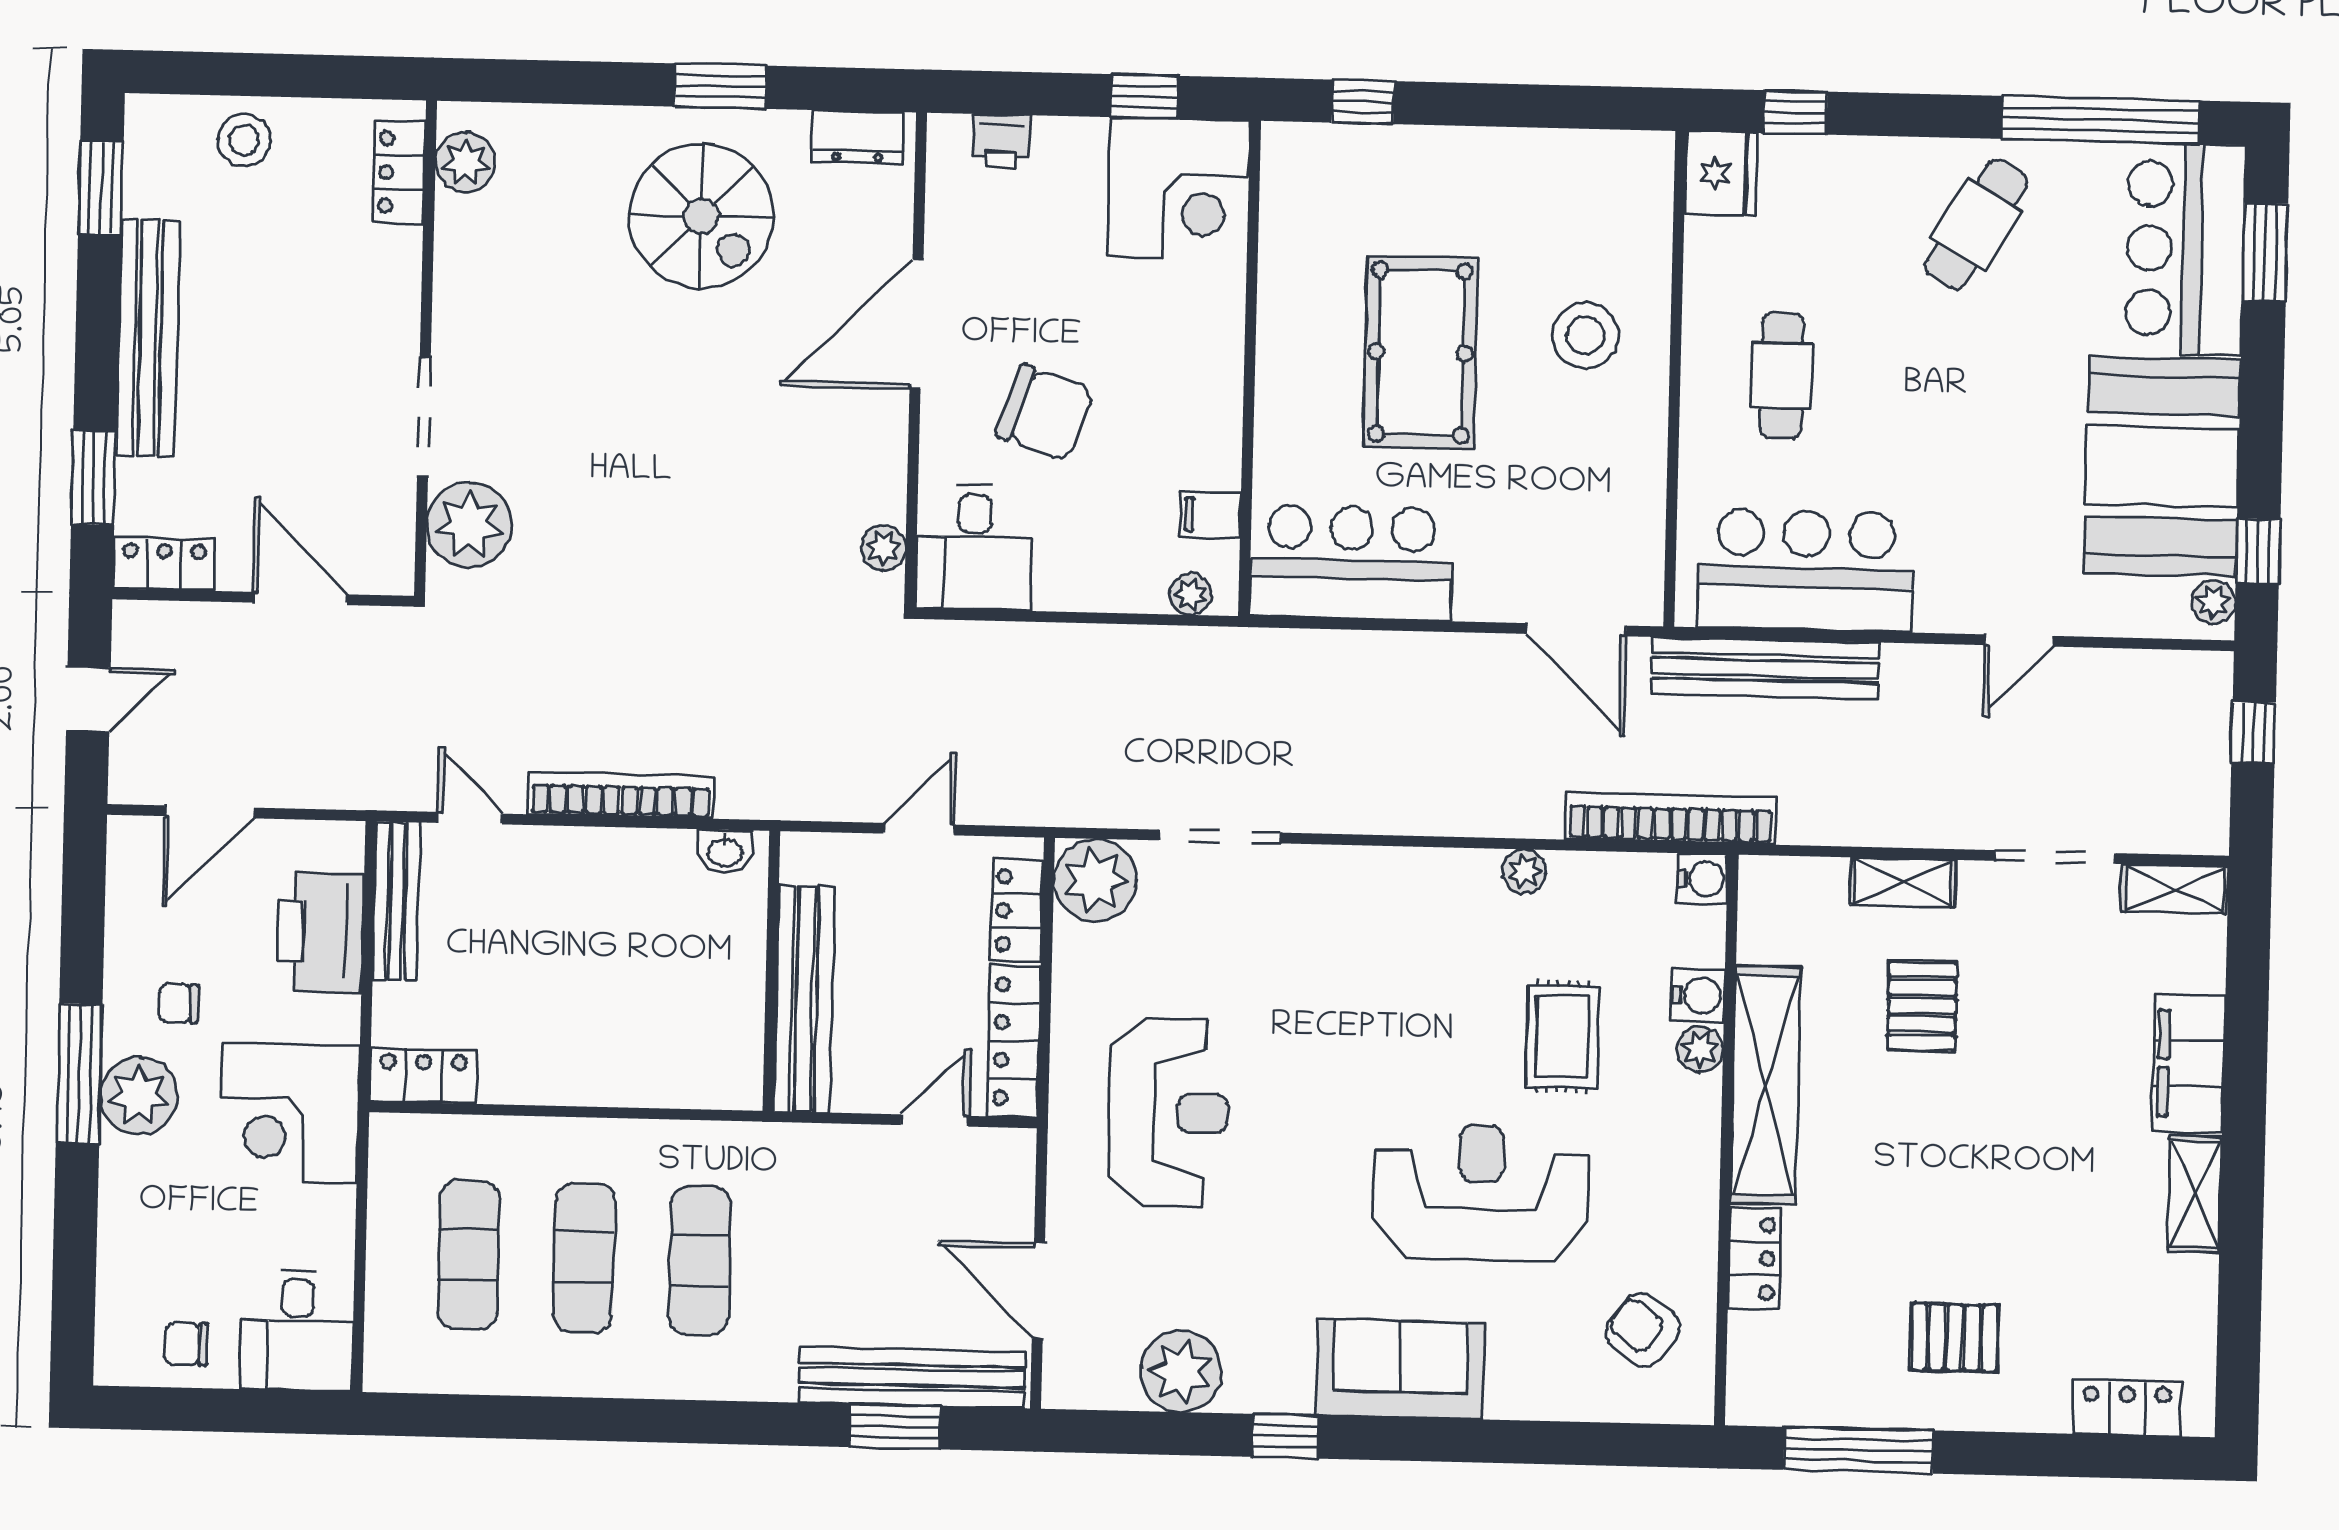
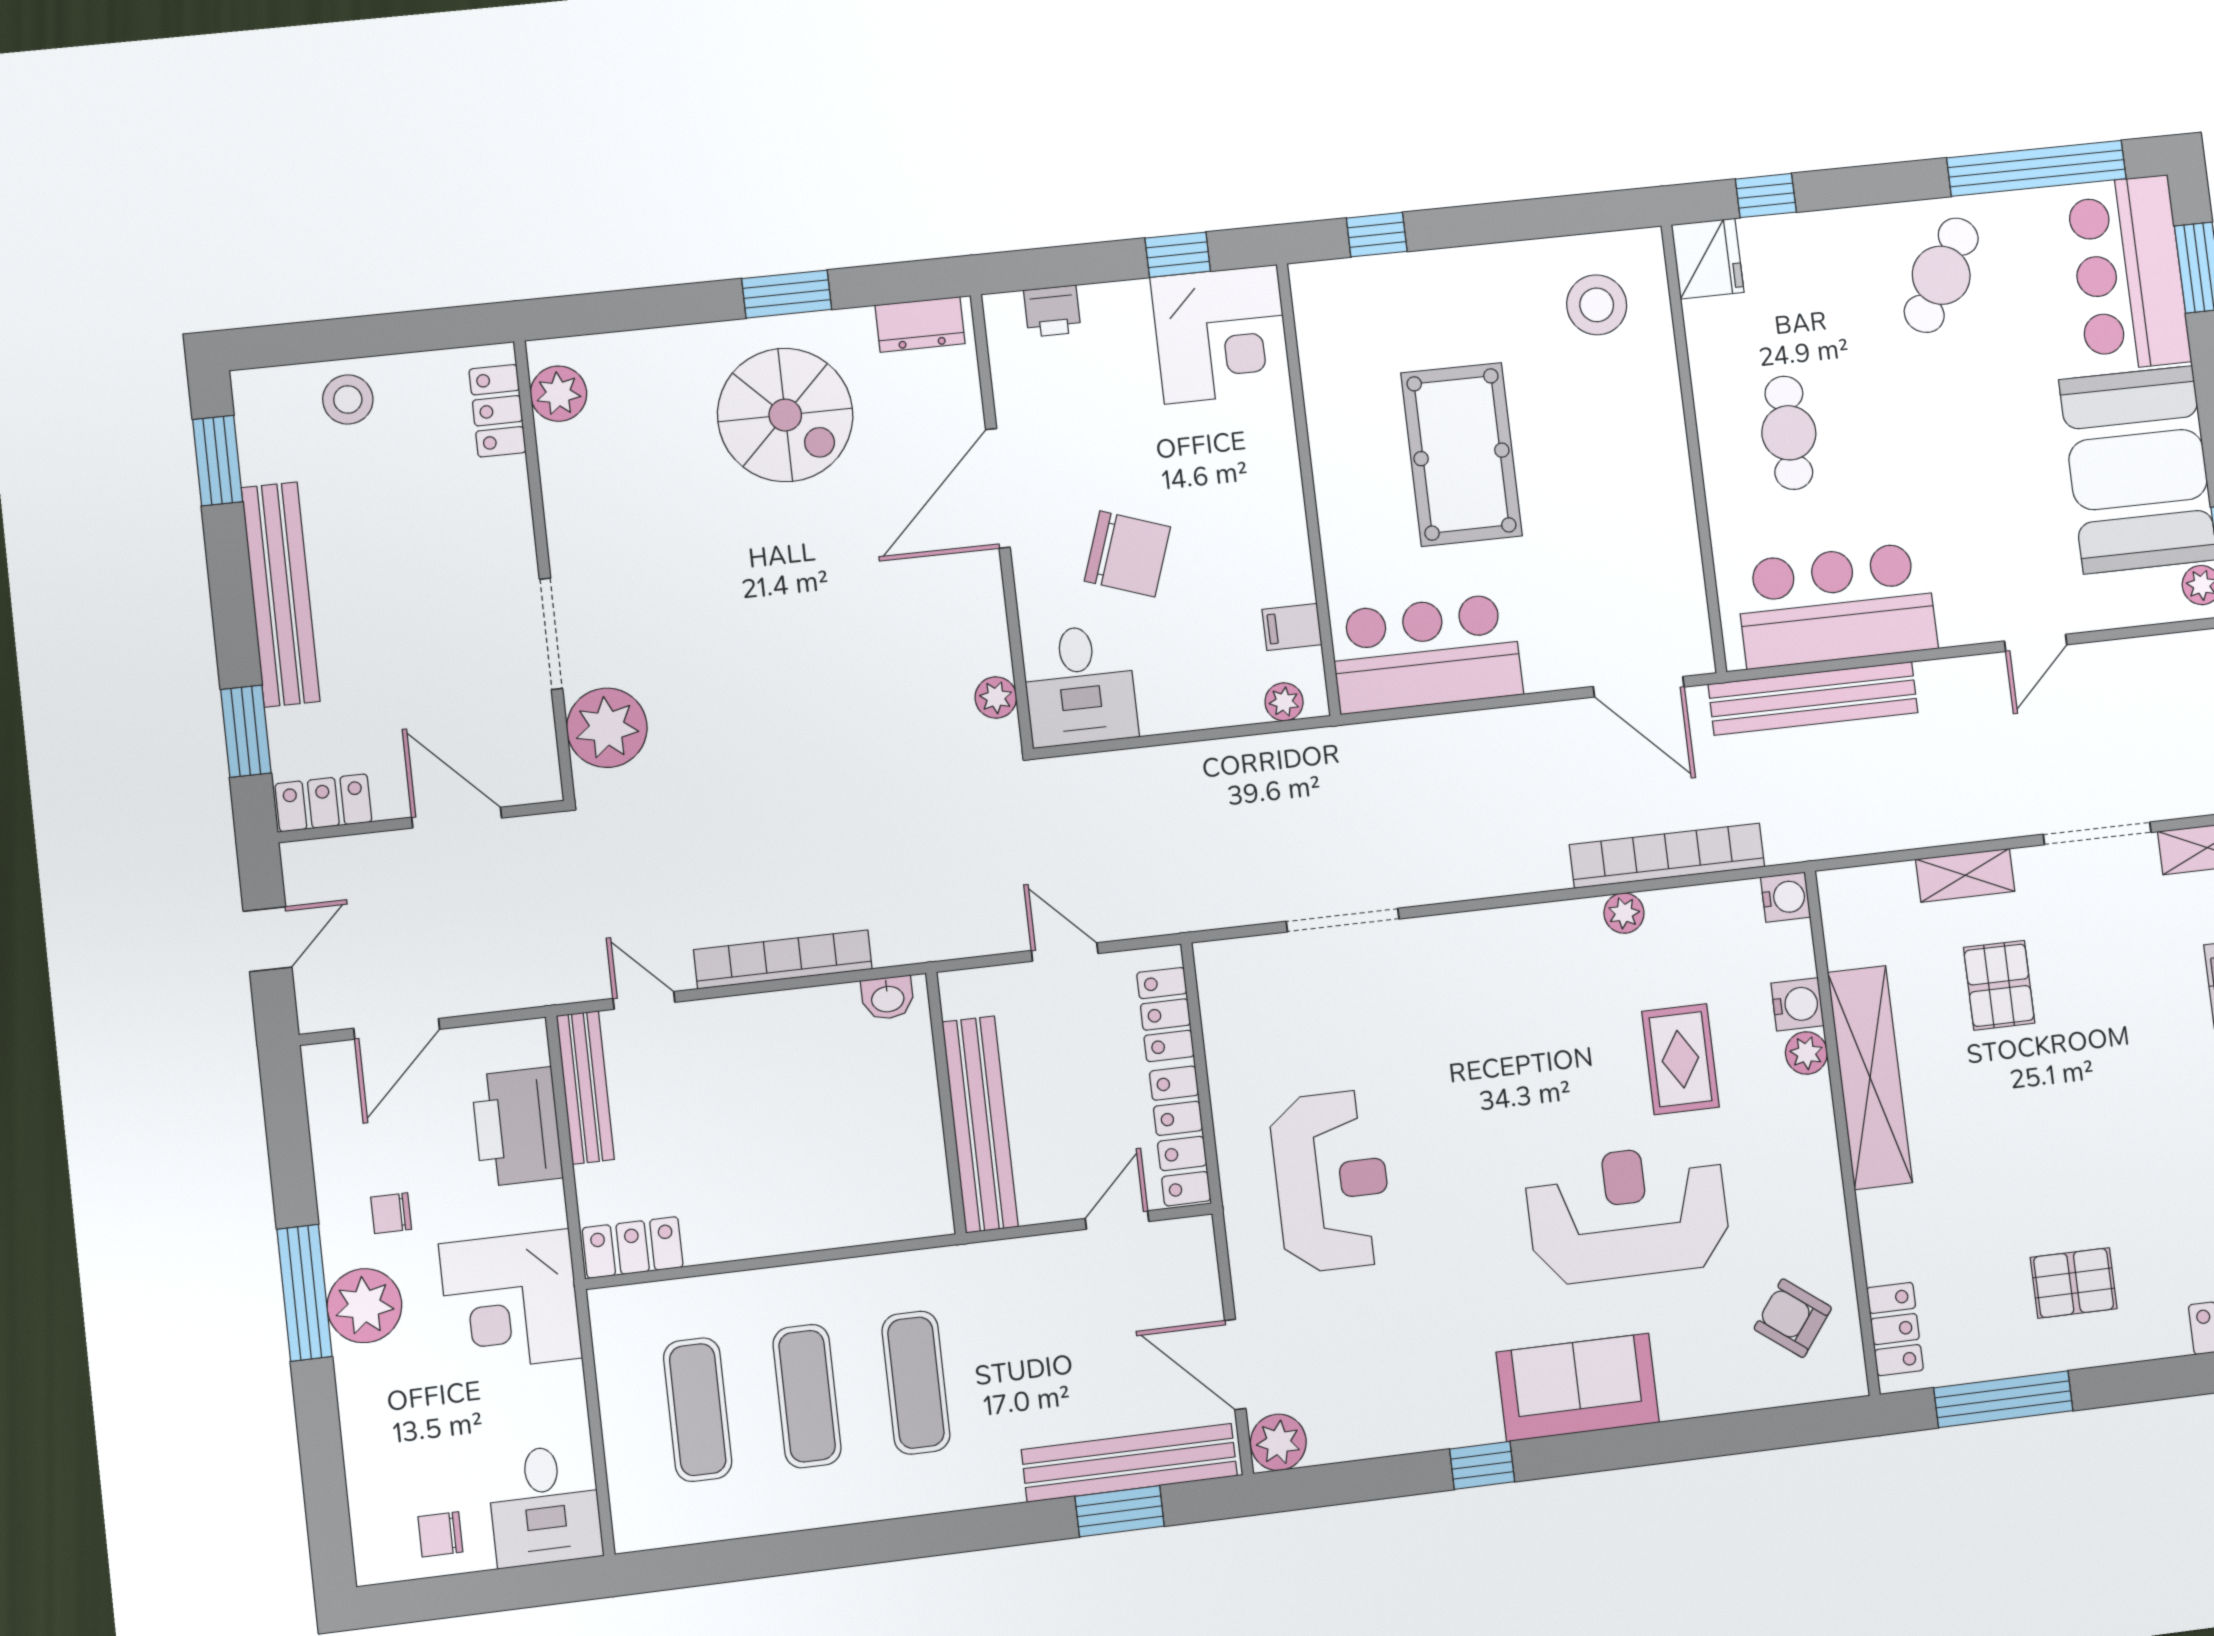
stool: (1585, 336) -> (1597, 305), moved
bookcase: (1671, 818) -> (1667, 856), moved
door: (919, 829) -> (1065, 952), hinge flipped
plant: (1095, 880) -> (1234, 976), removed
locker: (1754, 1259) -> (1895, 1329), moved
plant: (1181, 1371) -> (1278, 1442), moved, width x0.73, depth x0.73

